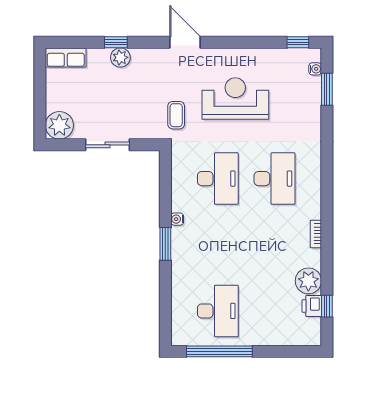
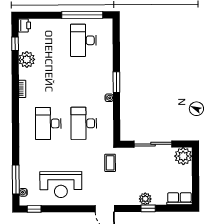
window: (327, 89) -> (16, 180), width x1.44
reception desk: (235, 99) -> (61, 185), moved
sliding door: (107, 145) -> (153, 144), width x1.37
printer: (312, 306) -> (24, 25), moved

